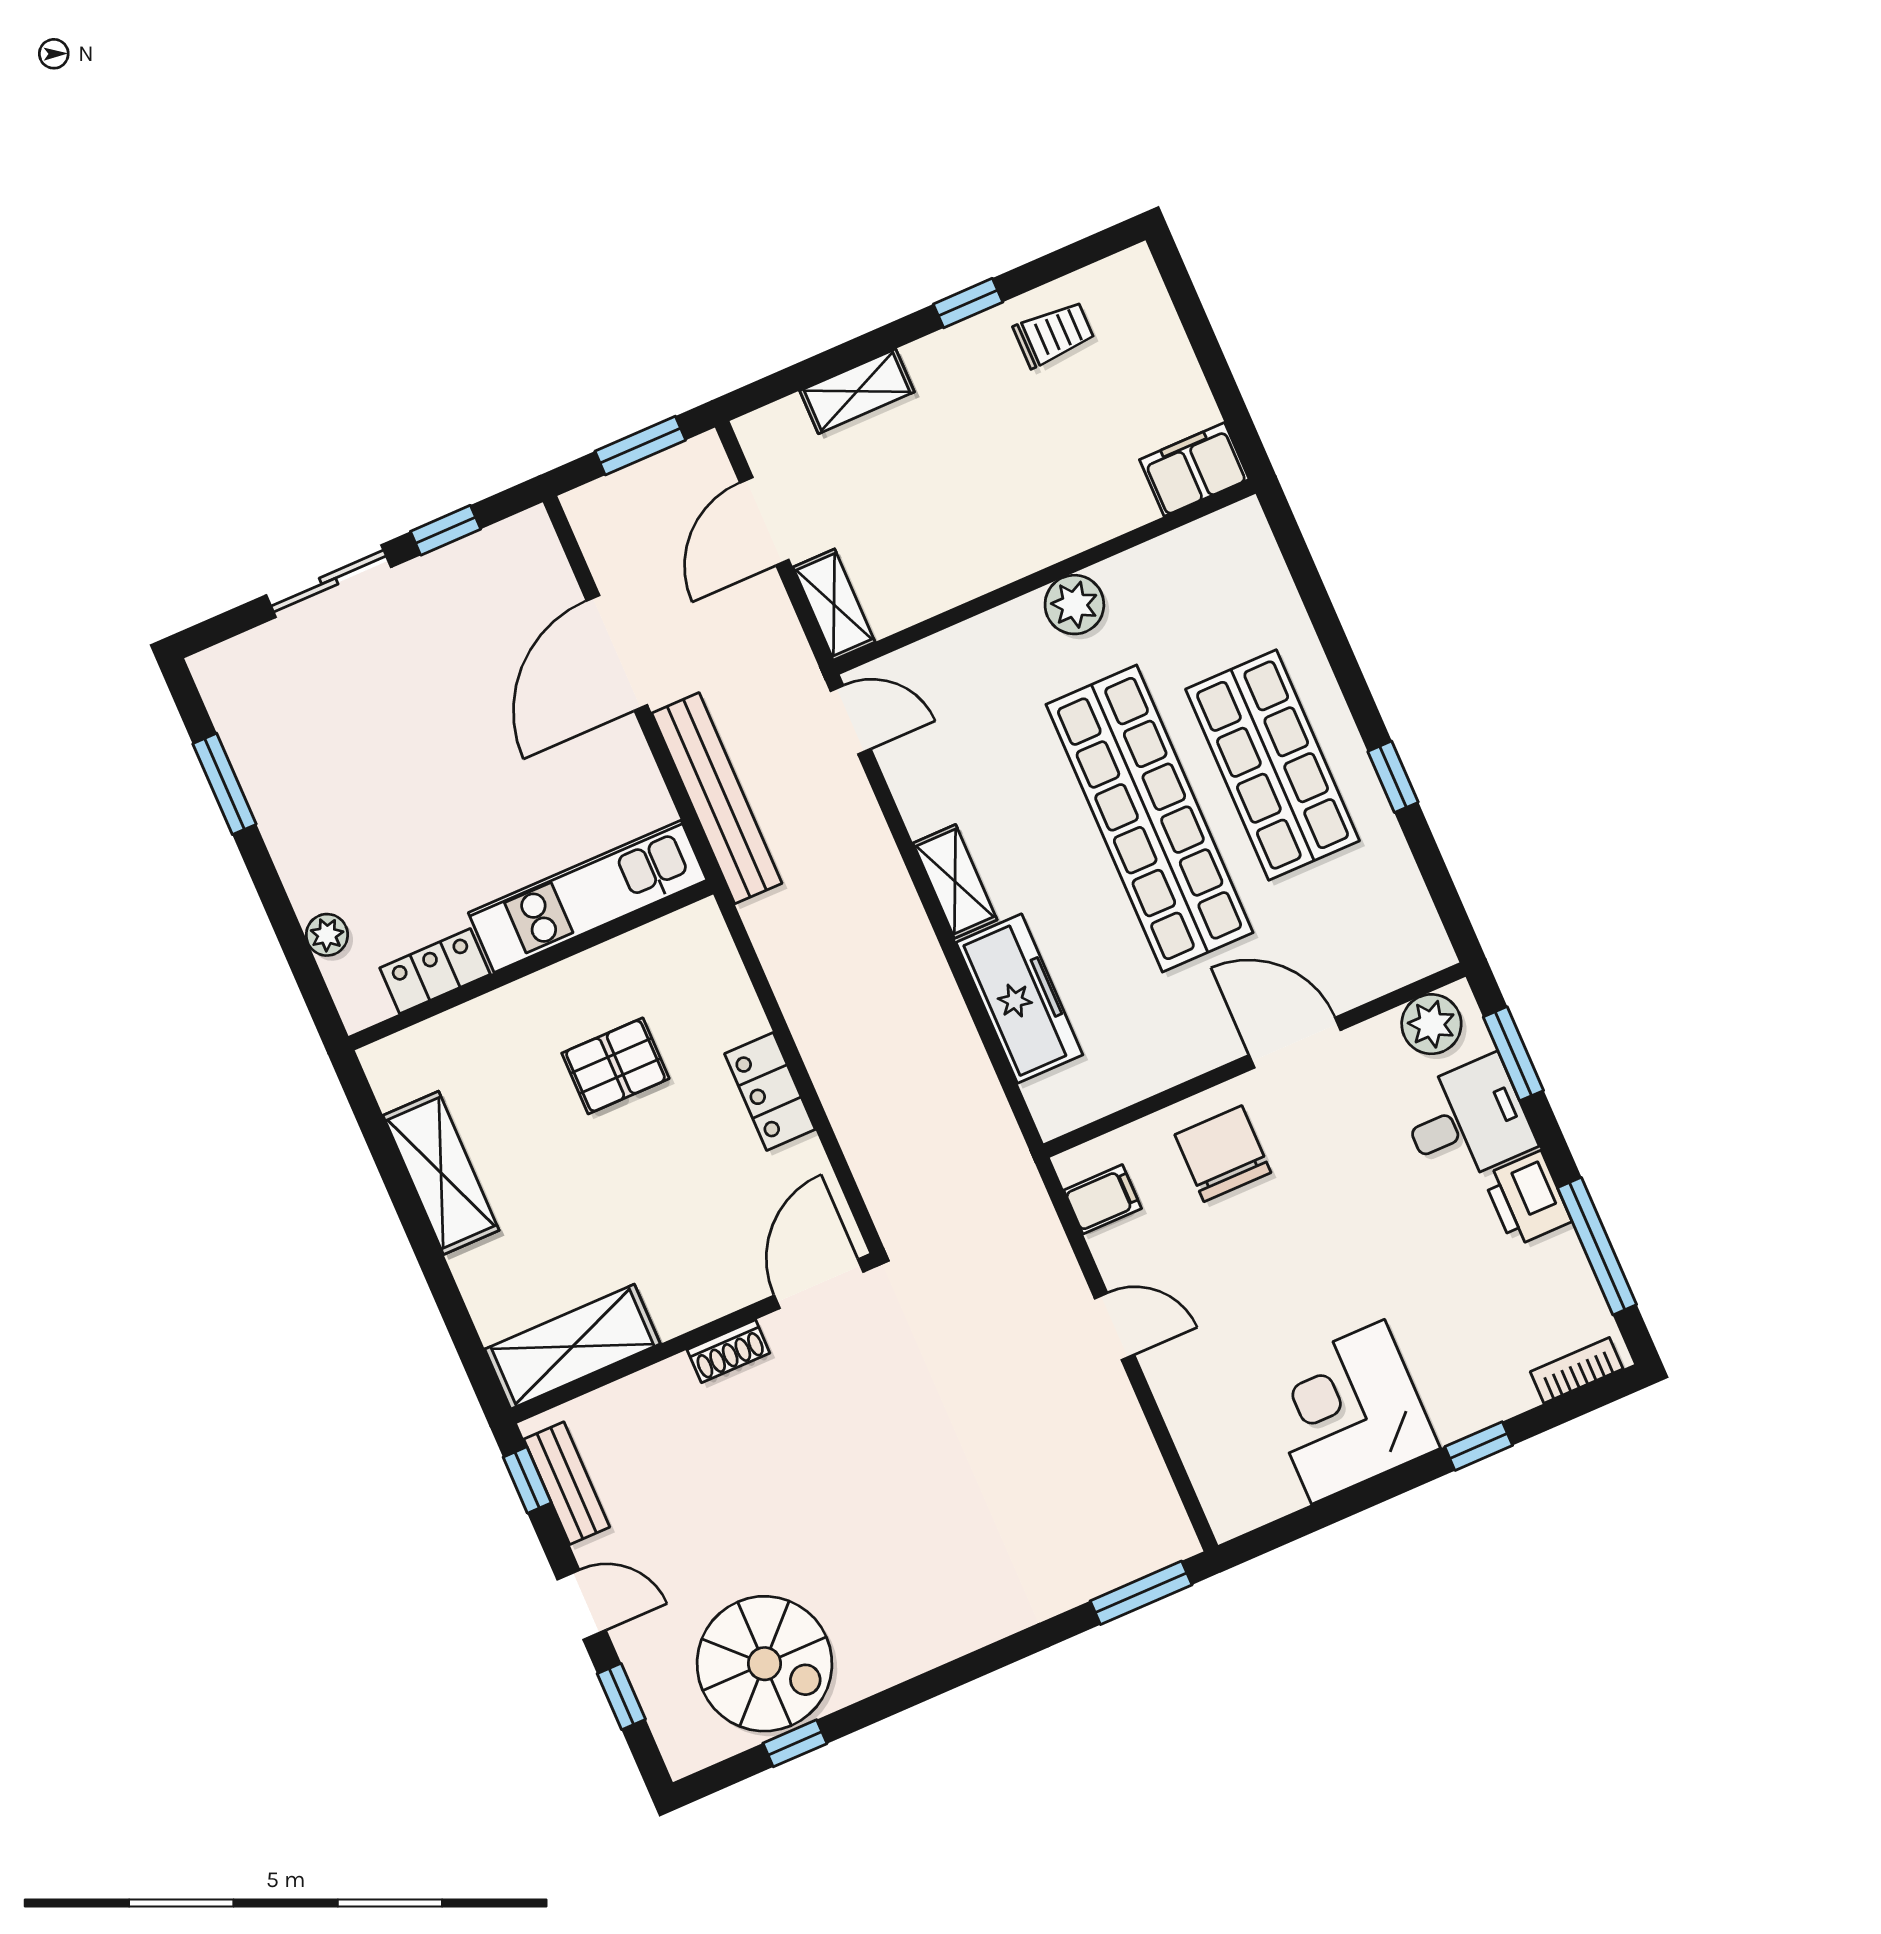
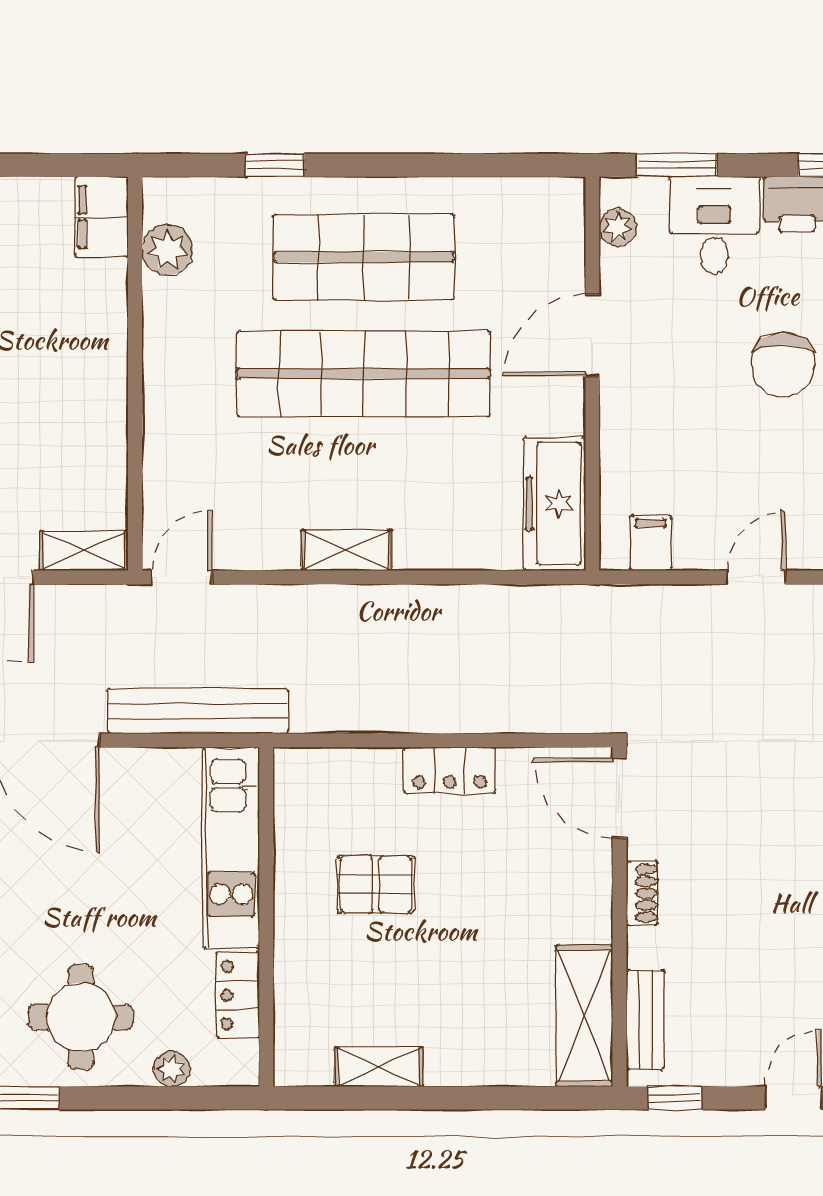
plant: (1074, 605) -> (167, 250), moved
window: (1393, 777) -> (275, 165), moved
round table: (340, 815) -> (81, 1017), added
freezer: (1019, 999) -> (554, 504), moved, turned -90
plant: (1431, 1024) -> (618, 227), width x0.73, depth x0.73
pallet: (615, 1066) -> (376, 884), turned 90
chair: (1223, 1154) -> (783, 365), moved, turned -90
shelving: (441, 1173) -> (379, 1067), width x0.67, depth x0.75
bench: (567, 1483) -> (645, 1020), moved, turned 90

